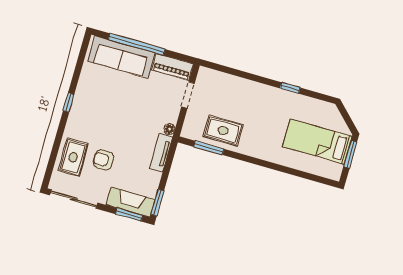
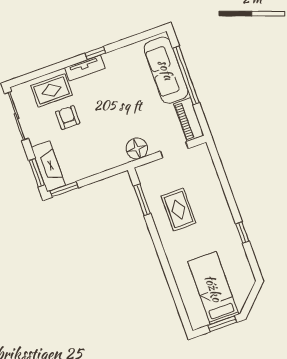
floor lamp: (169, 129) -> (137, 149), width x1.89, depth x1.89
rug: (223, 130) -> (178, 210), moved
tv unit: (161, 153) -> (85, 68), moved, turned 180

